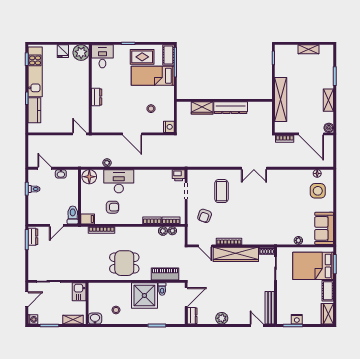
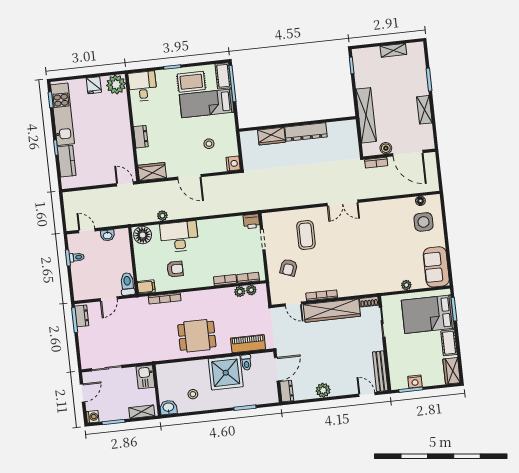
wardrobe: (103, 126) -> (152, 172), added
boiler: (329, 128) -> (386, 148), moved

